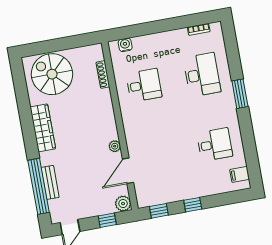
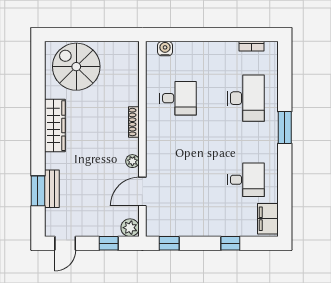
shoe rack: (103, 74) -> (134, 122), moved
filing cabinet: (240, 174) -> (268, 219), width x2.00
window: (39, 186) -> (38, 191), width x0.47
window: (193, 205) -> (230, 243), moved

